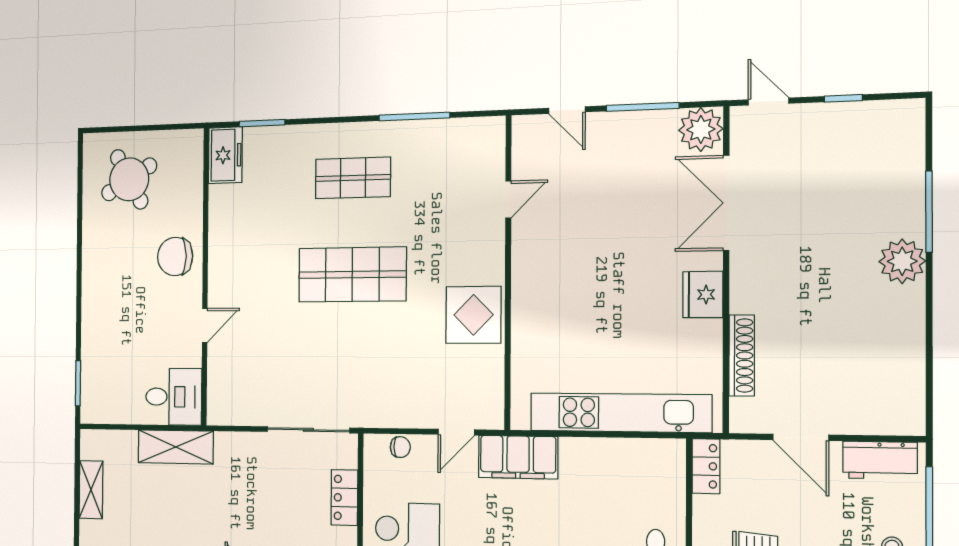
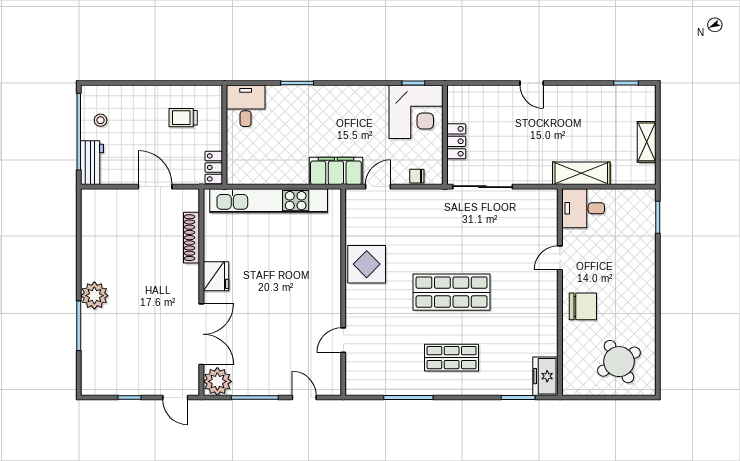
workbench: (880, 460) -> (92, 163), moved, turned 90

